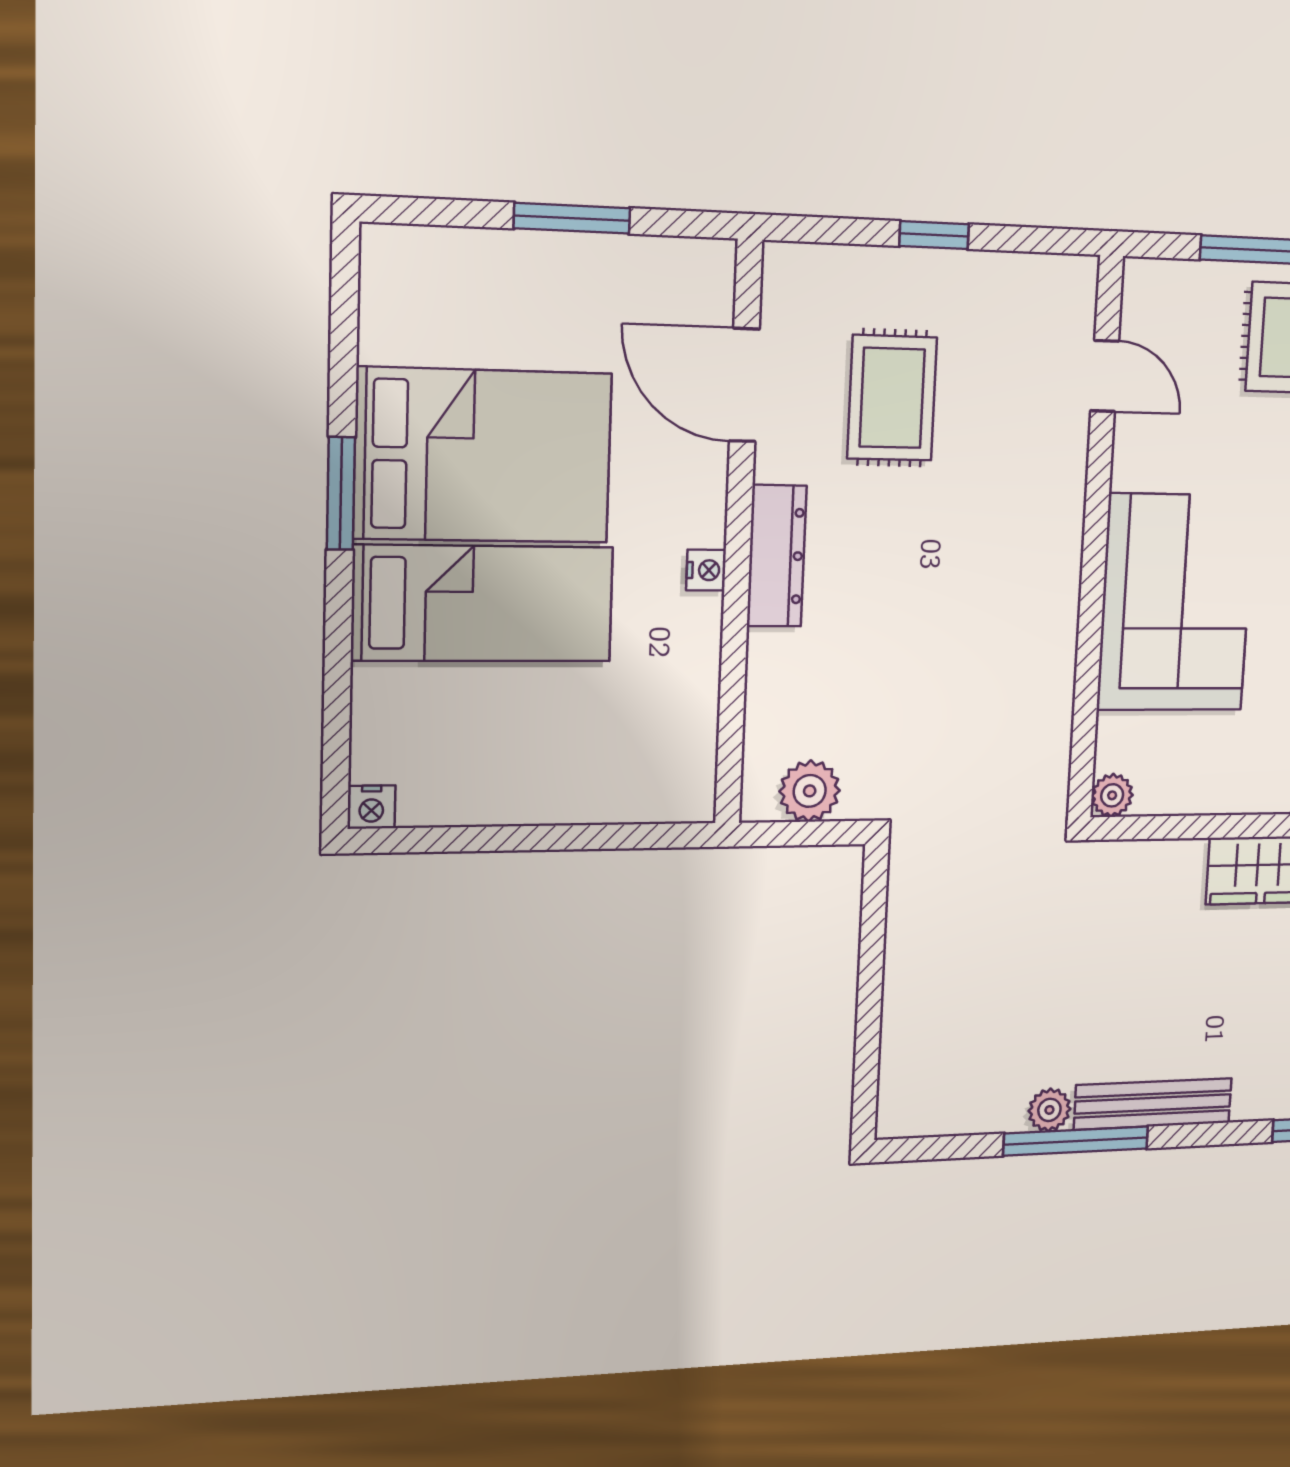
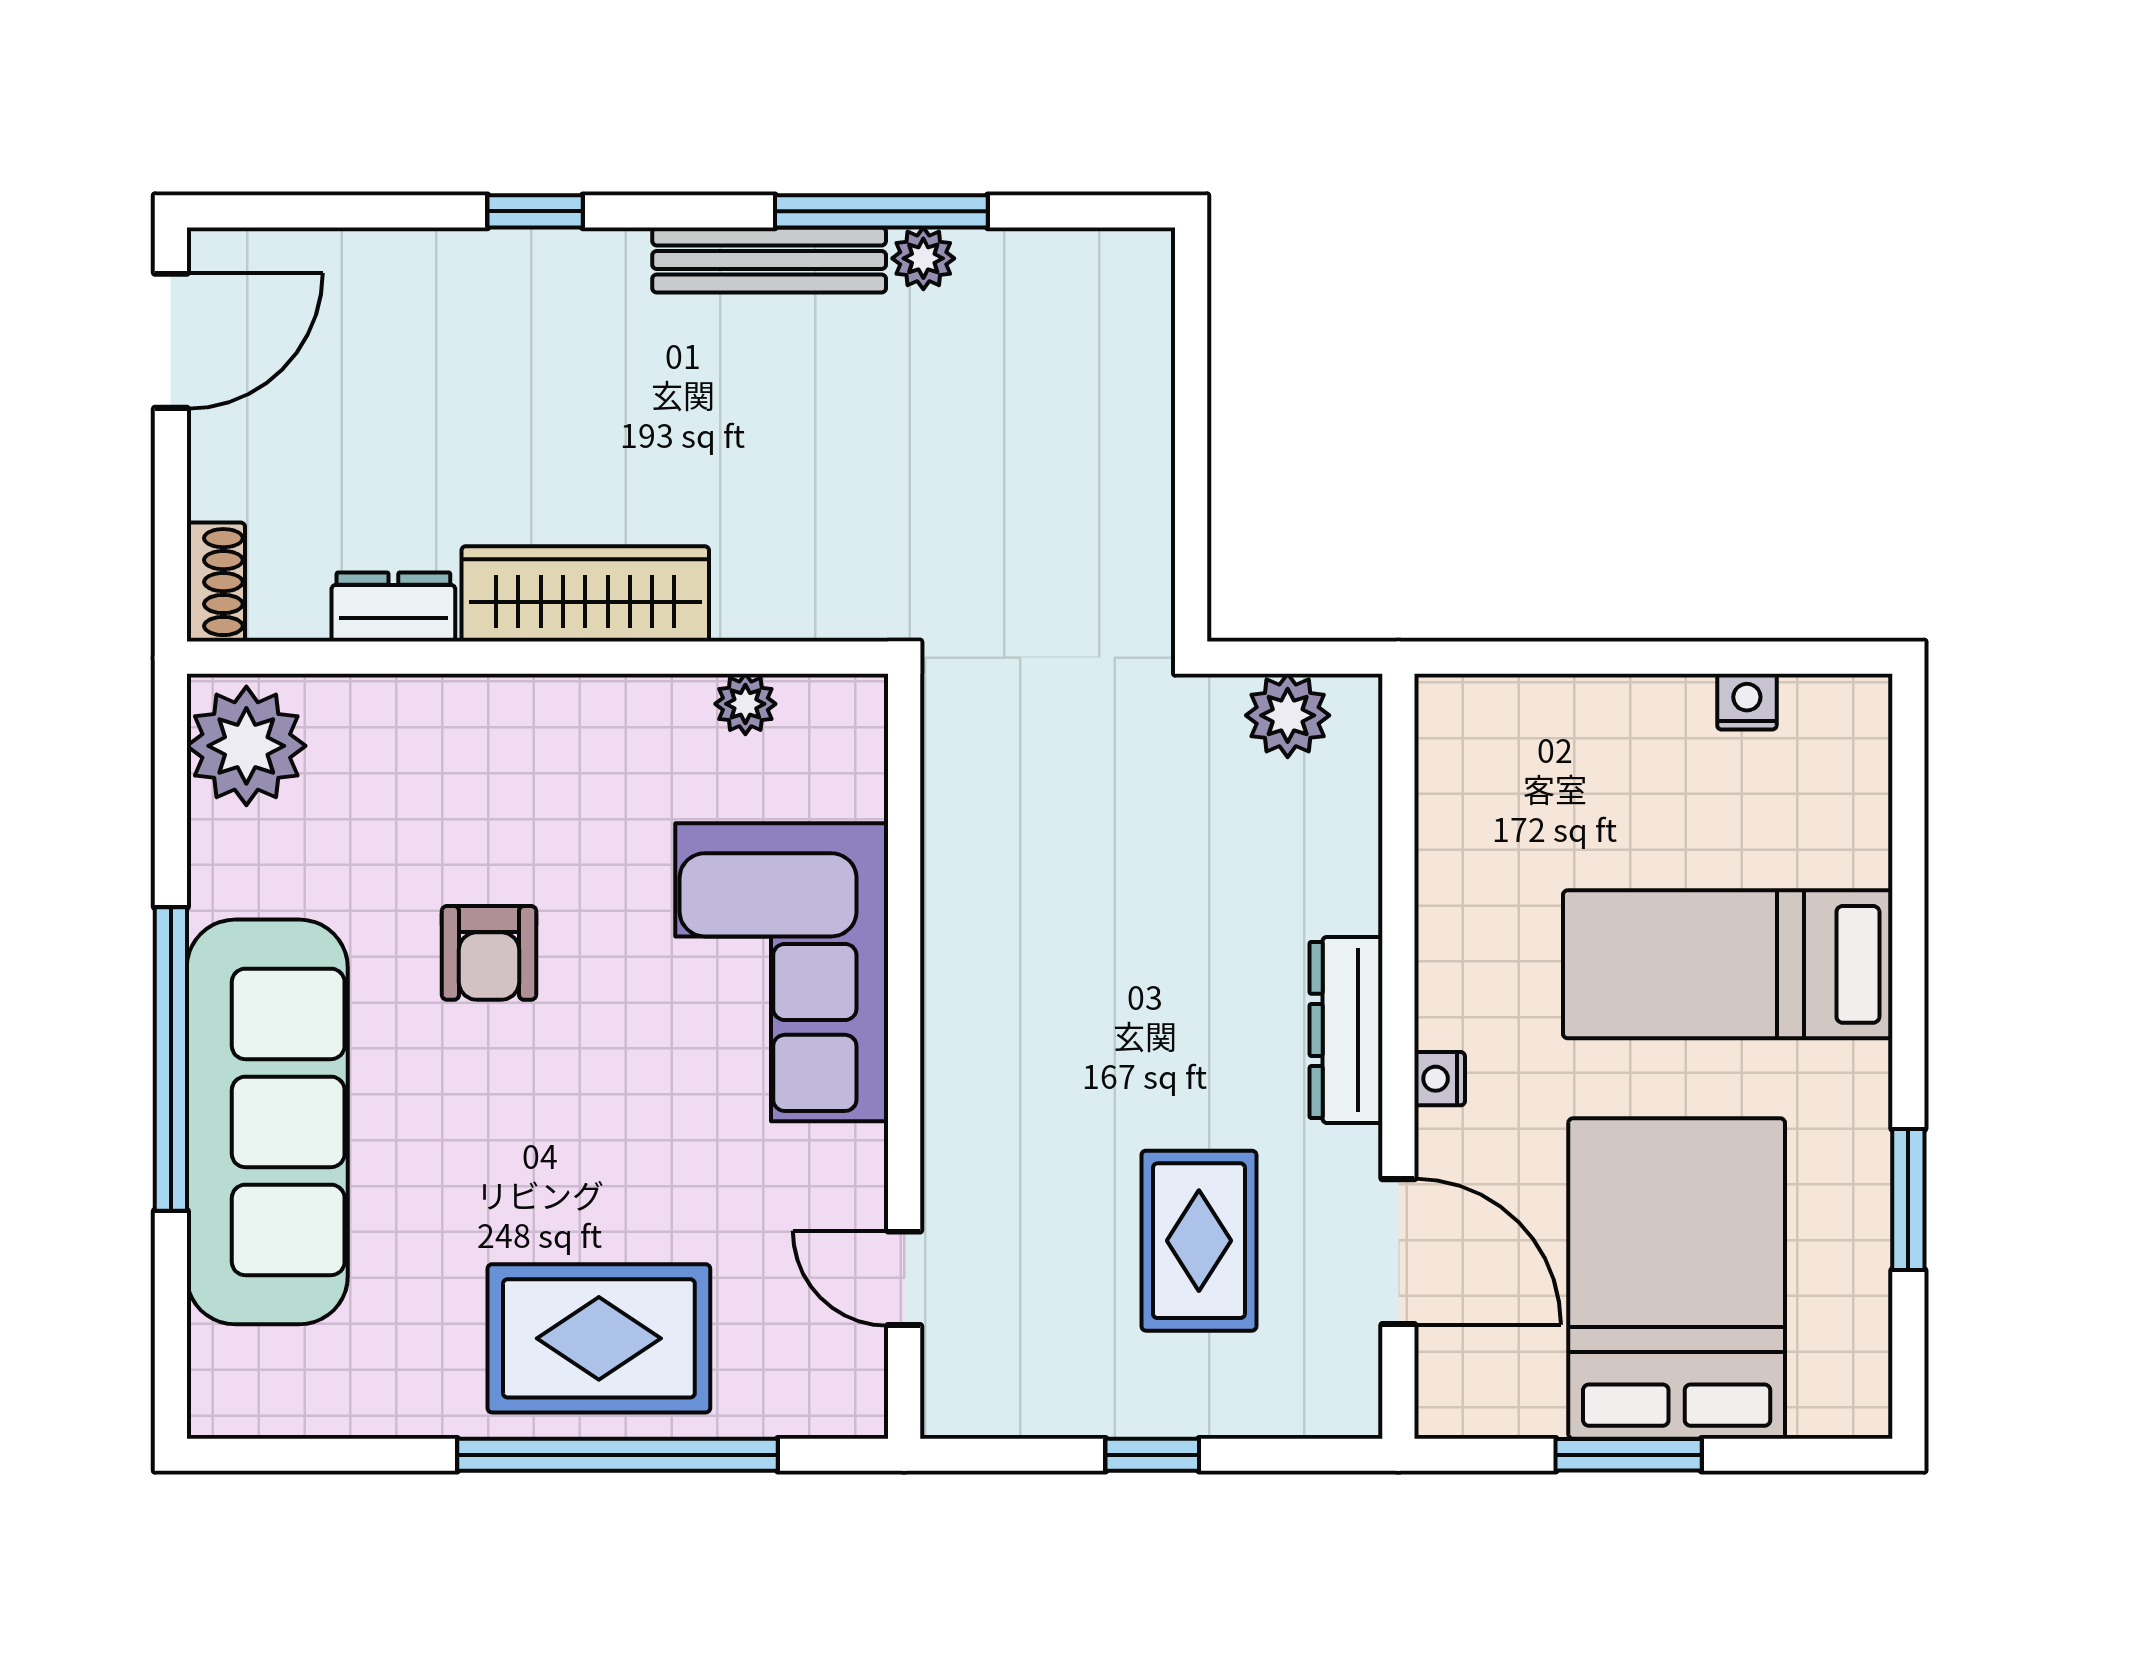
bed: (483, 456) -> (1677, 1279), moved, turned 90
window: (341, 493) -> (1908, 1199), moved
nightstand: (706, 570) -> (1440, 1079), moved
plant: (1112, 795) -> (745, 704), moved
nightstand: (371, 807) -> (1747, 702), moved

